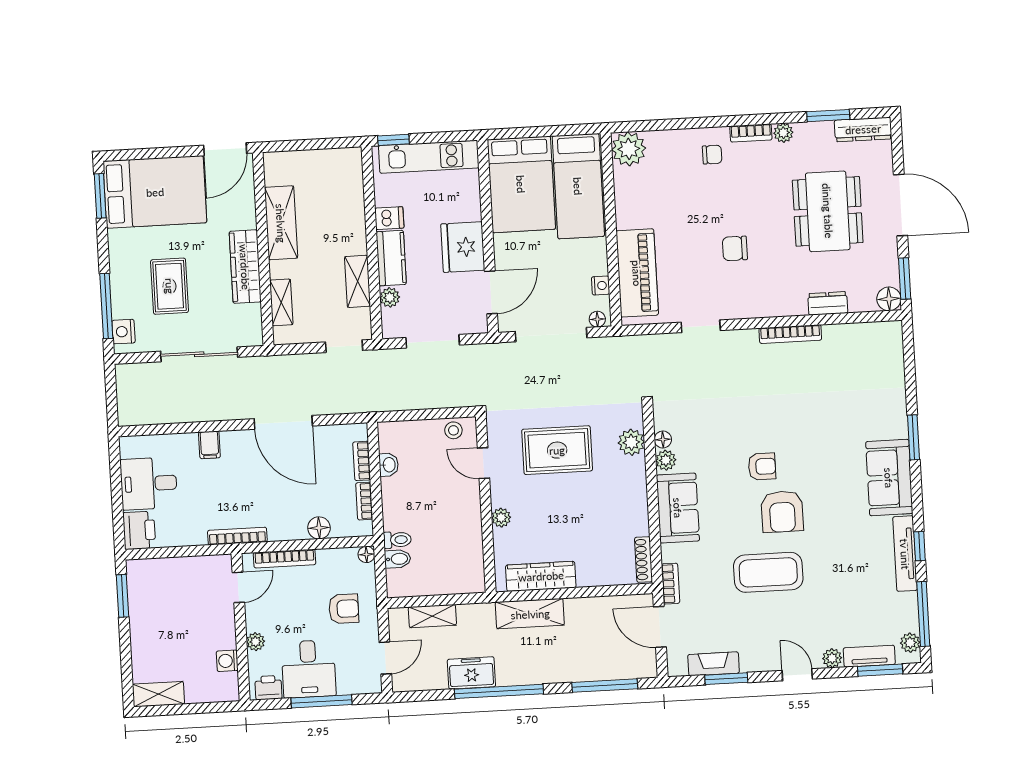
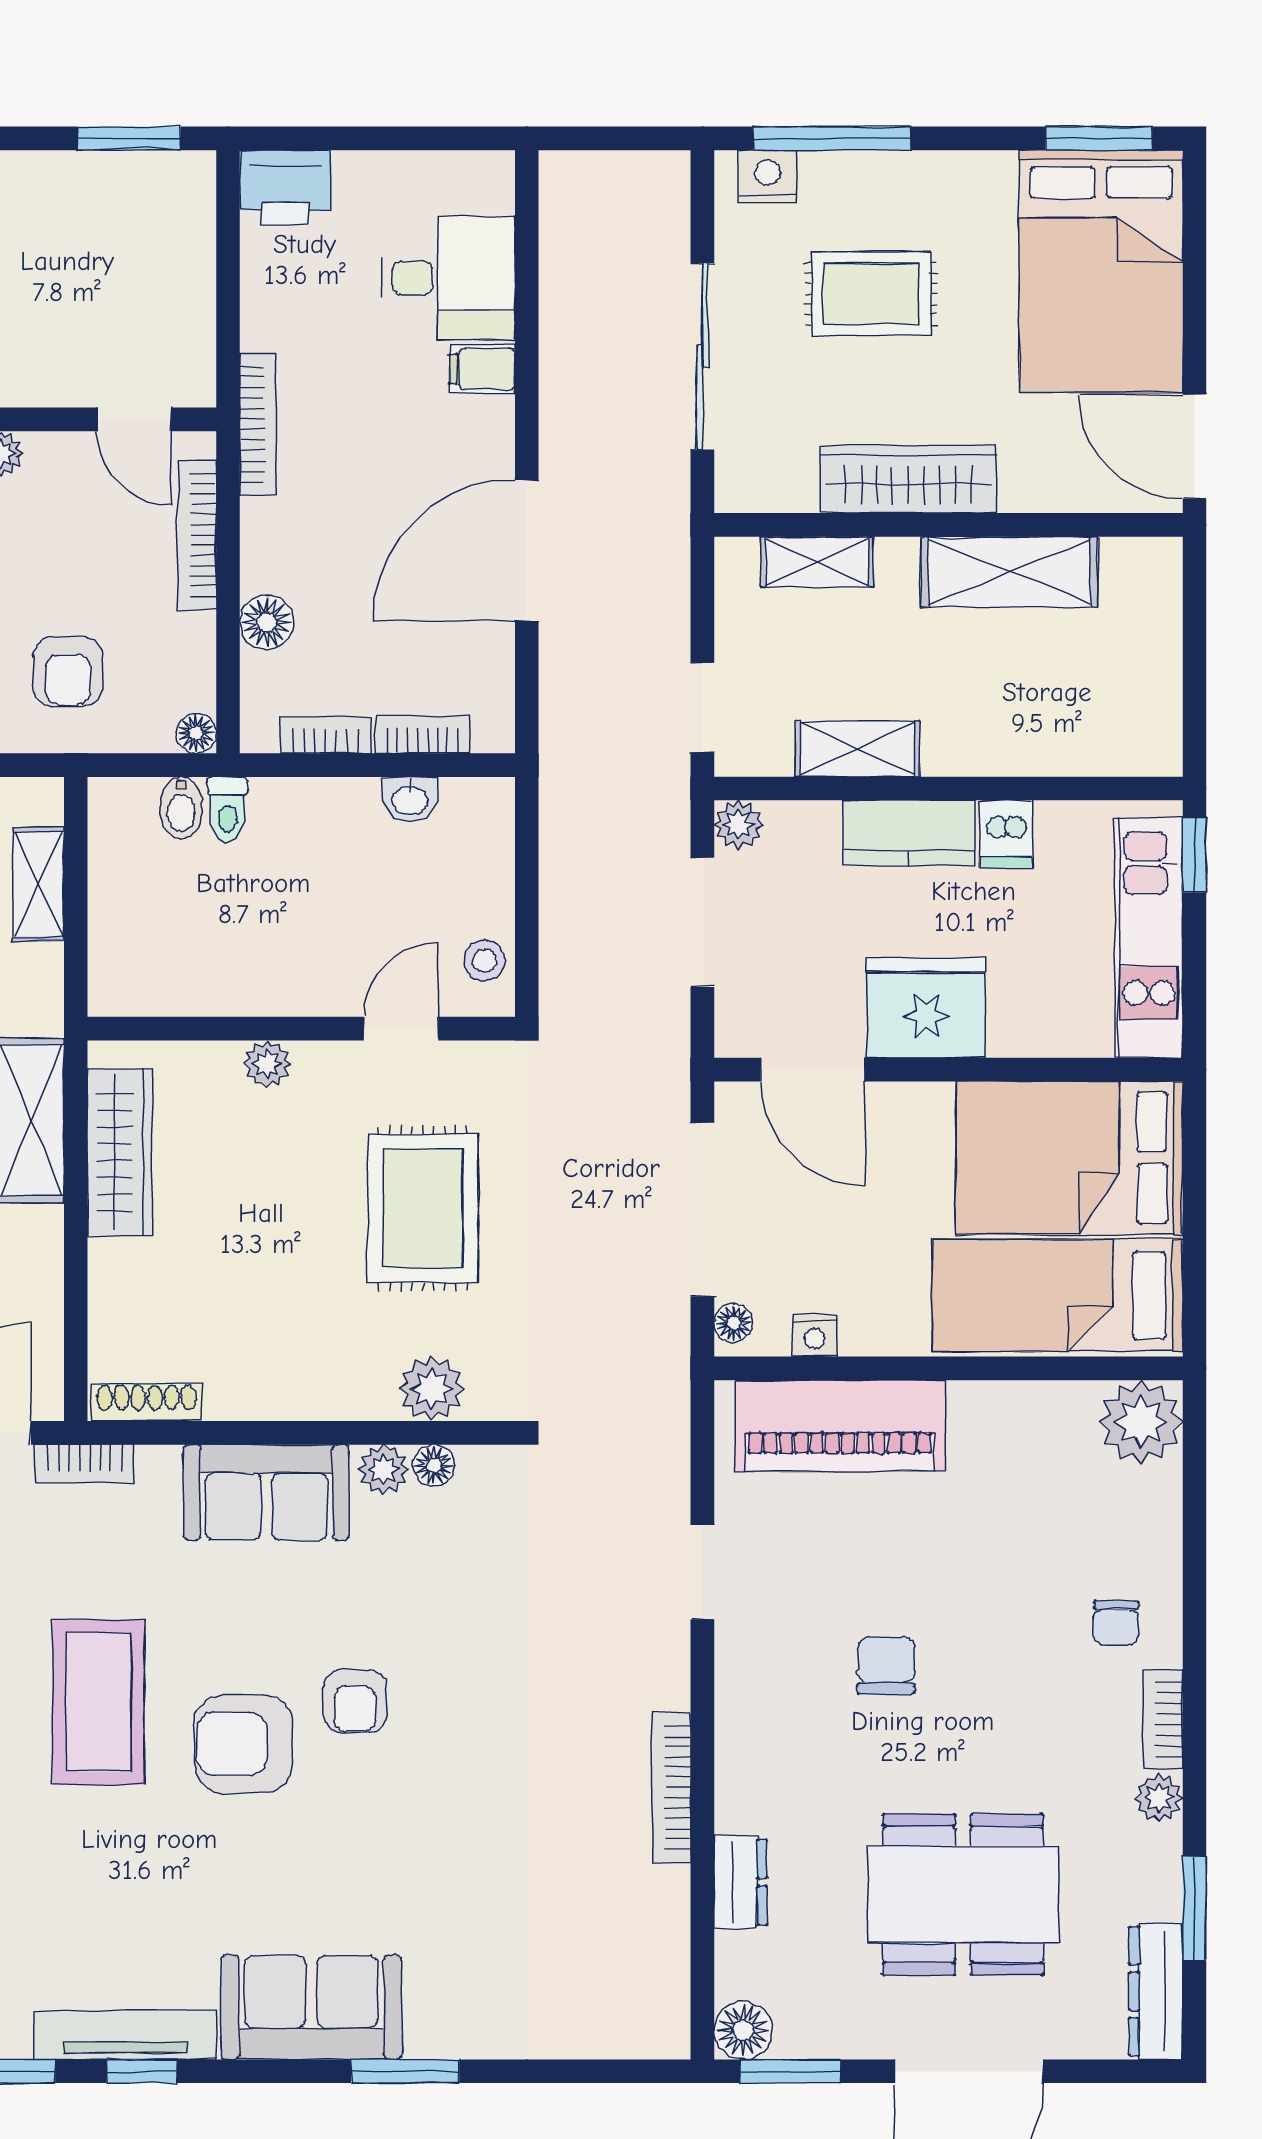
plant: (390, 297) -> (738, 824), moved
desk: (149, 484) -> (448, 278), moved, turned 90

